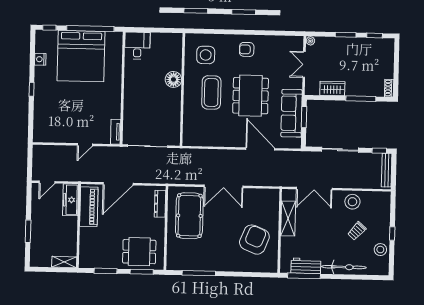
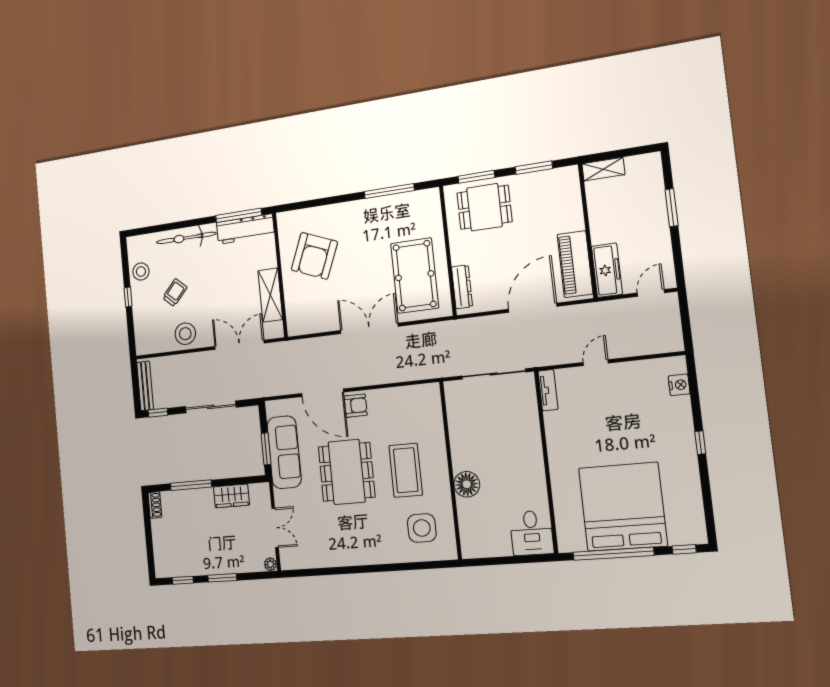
armchair: (247, 49) -> (356, 406), moved
nightstand: (40, 59) -> (679, 385), moved
workbench: (306, 266) -> (245, 229), width x1.37

